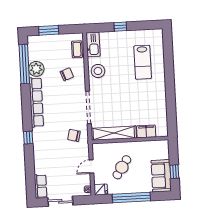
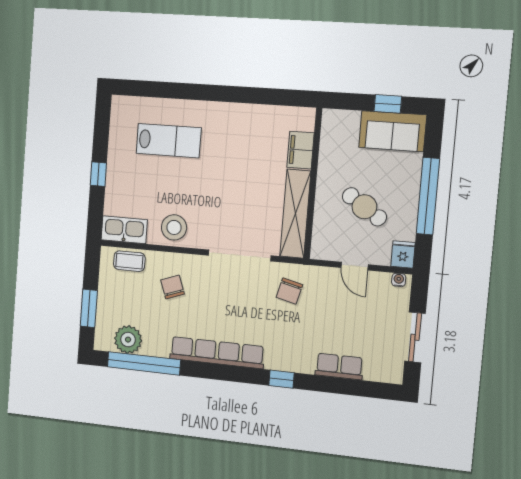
plant: (36, 69) -> (128, 340), moved
row of seats: (41, 186) -> (339, 366), moved

